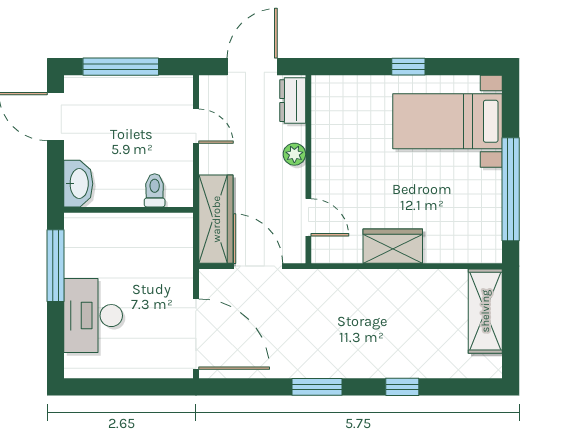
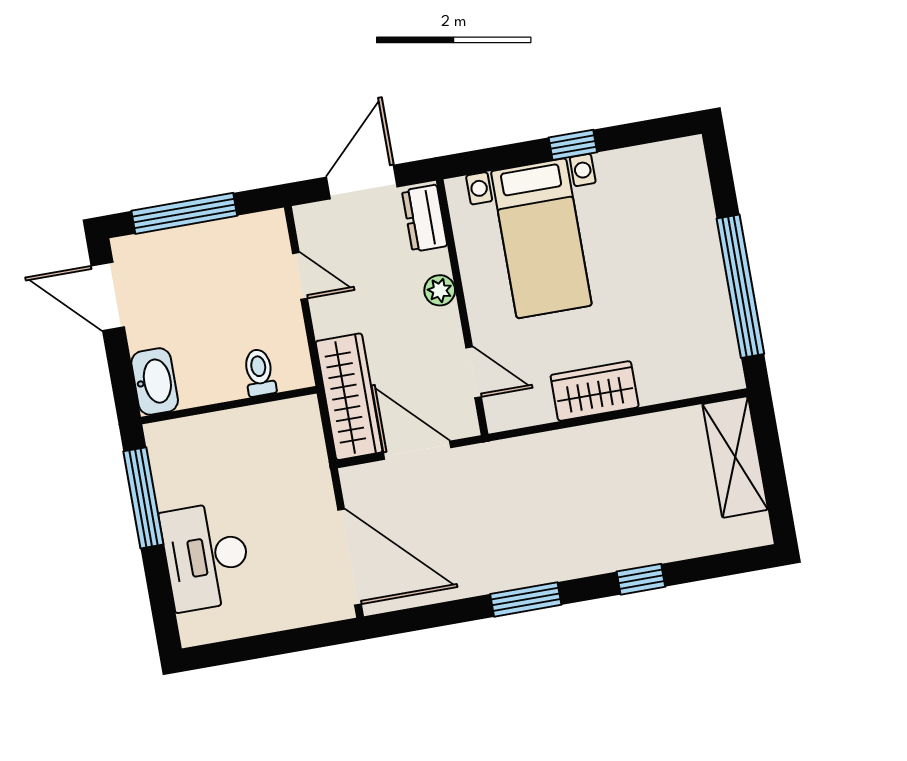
bed with nightstands: (448, 121) -> (541, 238), moved, turned -90

